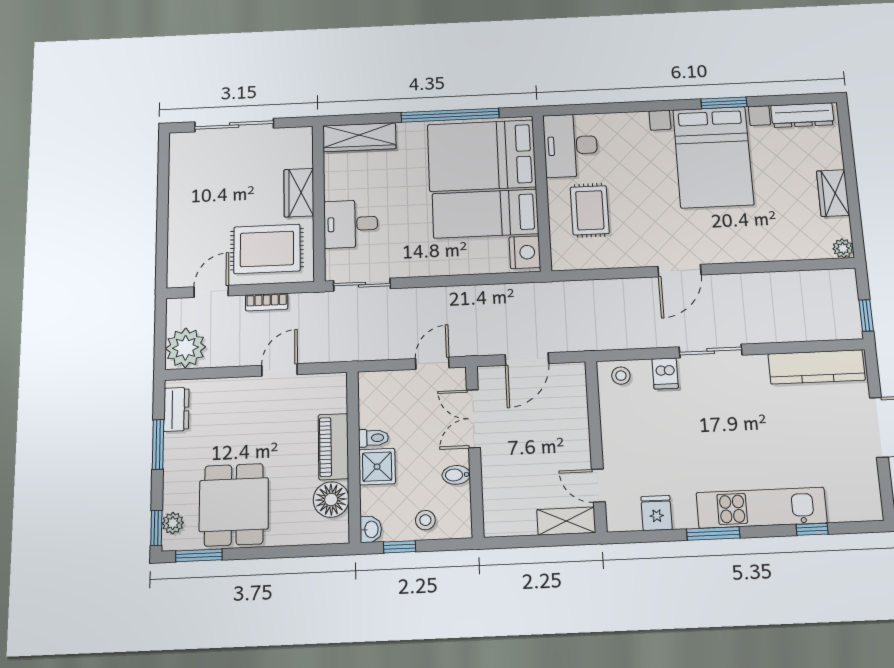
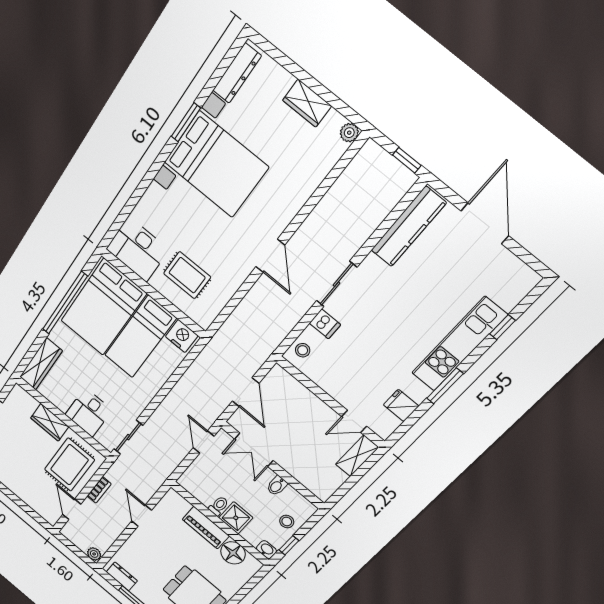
plant: (186, 348) -> (94, 554), width x0.53, depth x0.53

